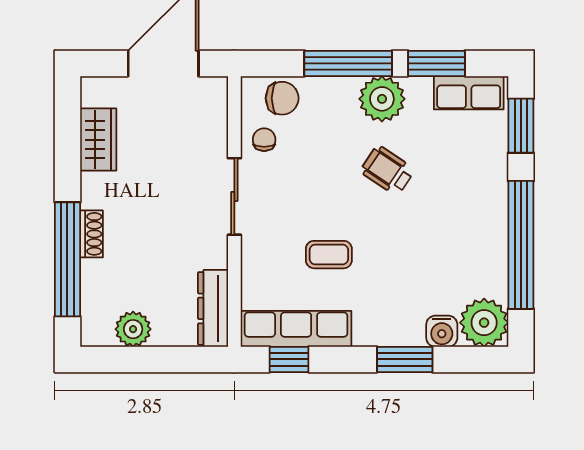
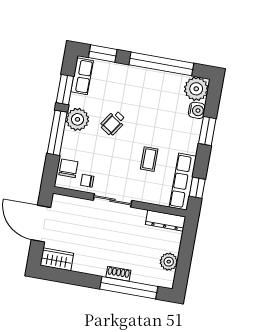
wardrobe: (98, 140) -> (57, 259), moved

